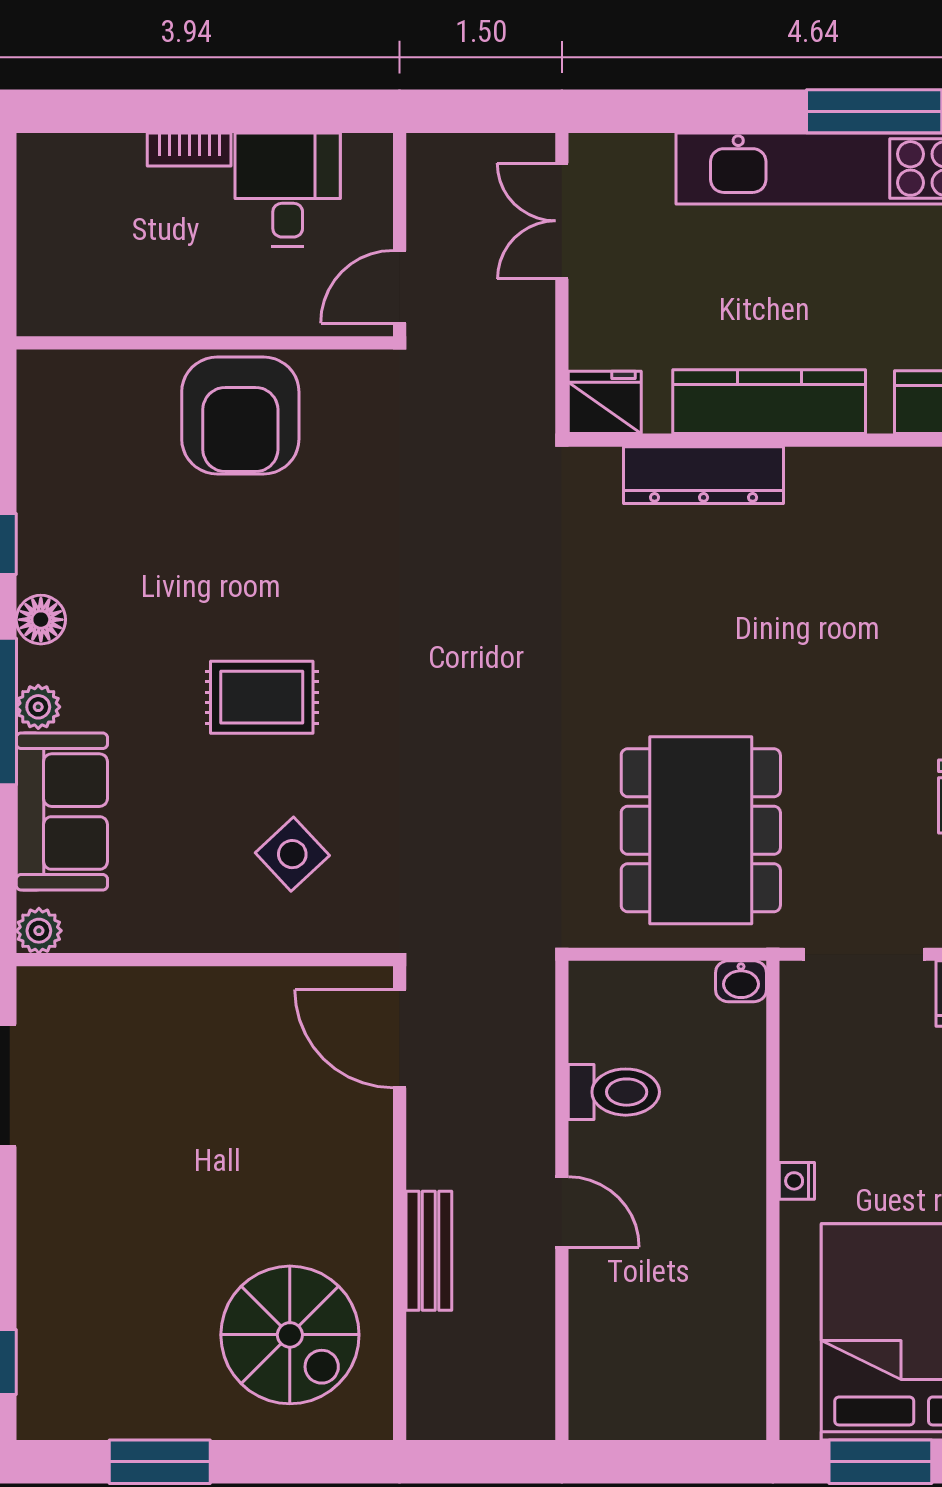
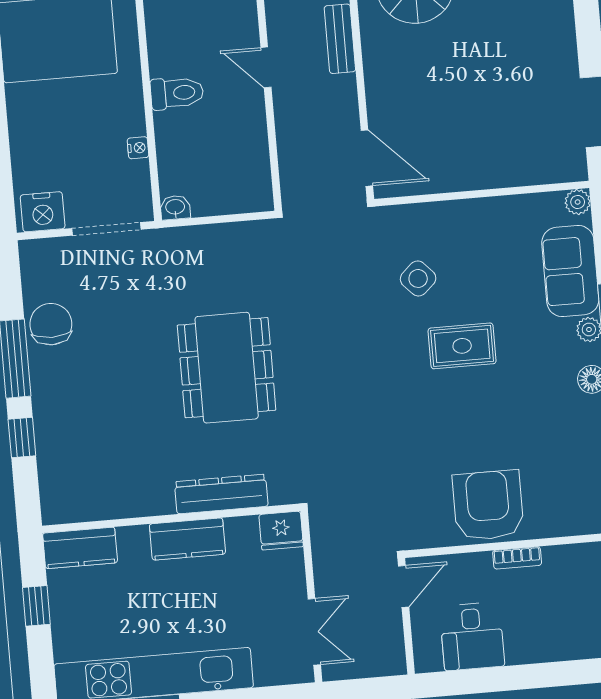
bookcase: (189, 150) -> (517, 558), moved, turned 180
kitchen counter: (769, 402) -> (187, 539), width x0.67
dining table: (701, 830) -> (227, 368), moved
side table: (292, 854) -> (418, 278), moved
toilet: (614, 1092) -> (177, 93), moved, turned 180
nightstand: (797, 1181) -> (138, 148), moved

